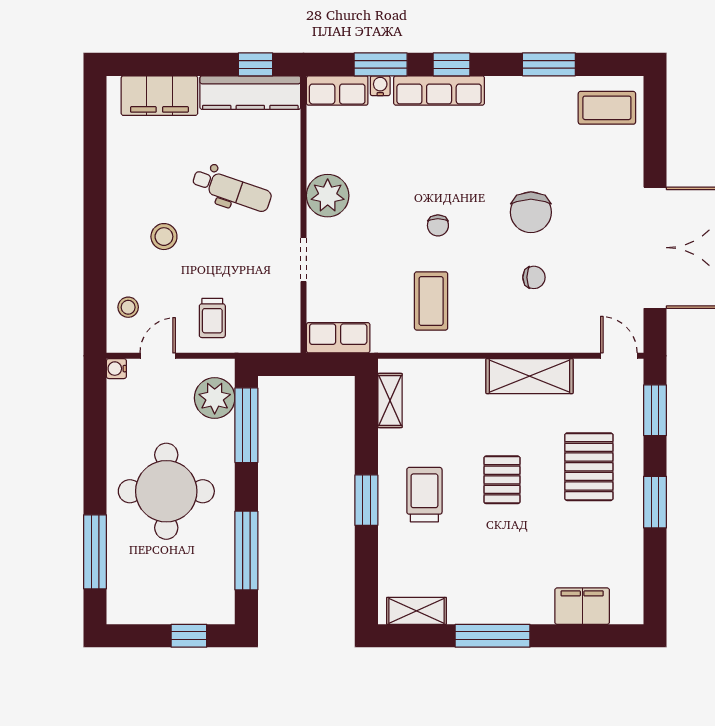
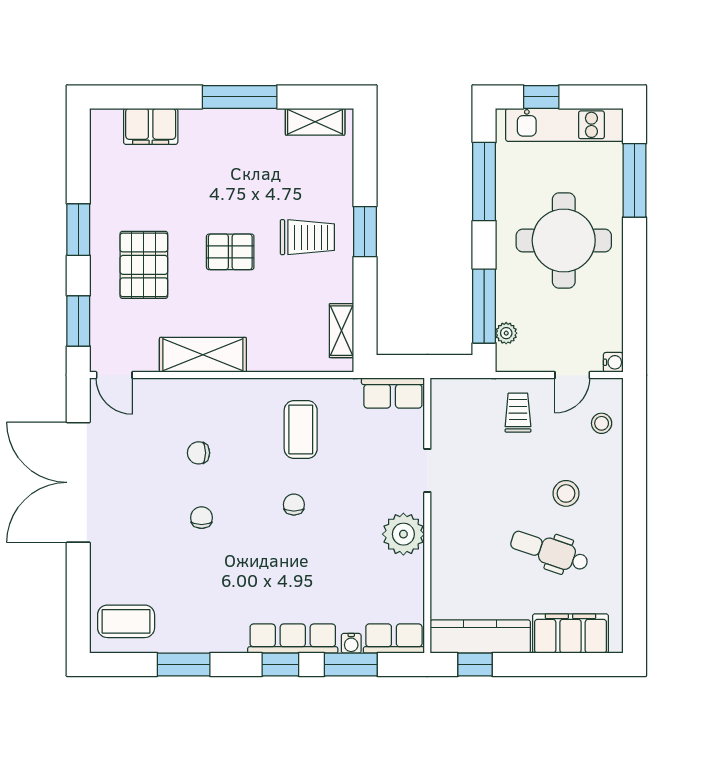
dental chair: (232, 190) -> (549, 551), moved
chair: (531, 212) -> (202, 518), width x0.54, depth x0.54
plant: (215, 398) -> (506, 333), width x0.53, depth x0.53
pallet: (502, 480) -> (230, 252), turned 90
trolley: (424, 495) -> (307, 237), turned -90
kitchen unit: (166, 608) -> (564, 125), added

